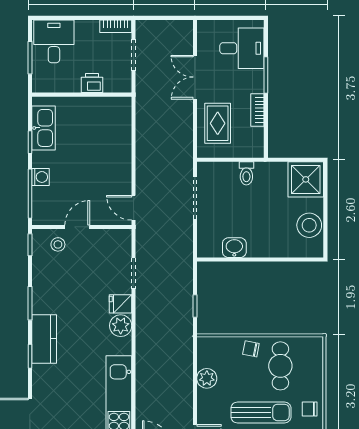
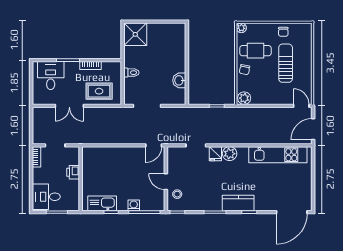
stool: (309, 225) -> (165, 32), removed
plant: (316, 344) -> (241, 28), added
plant: (207, 378) -> (244, 98), moved

